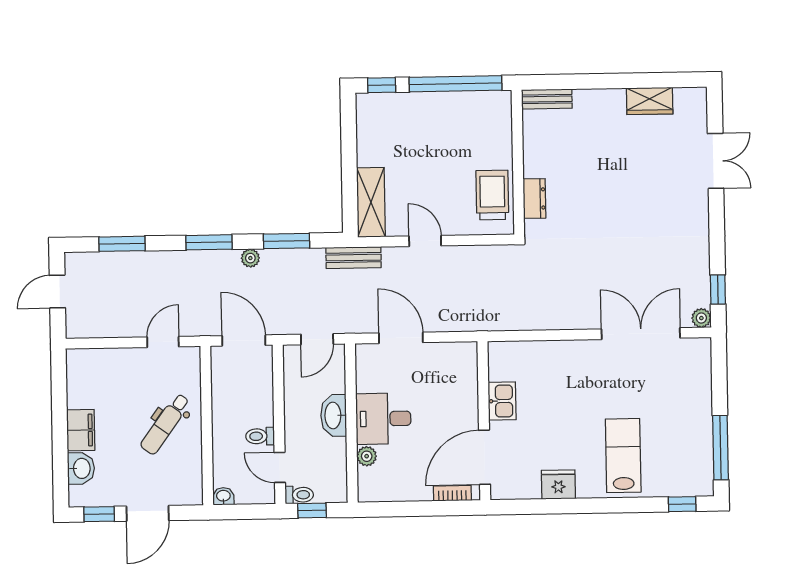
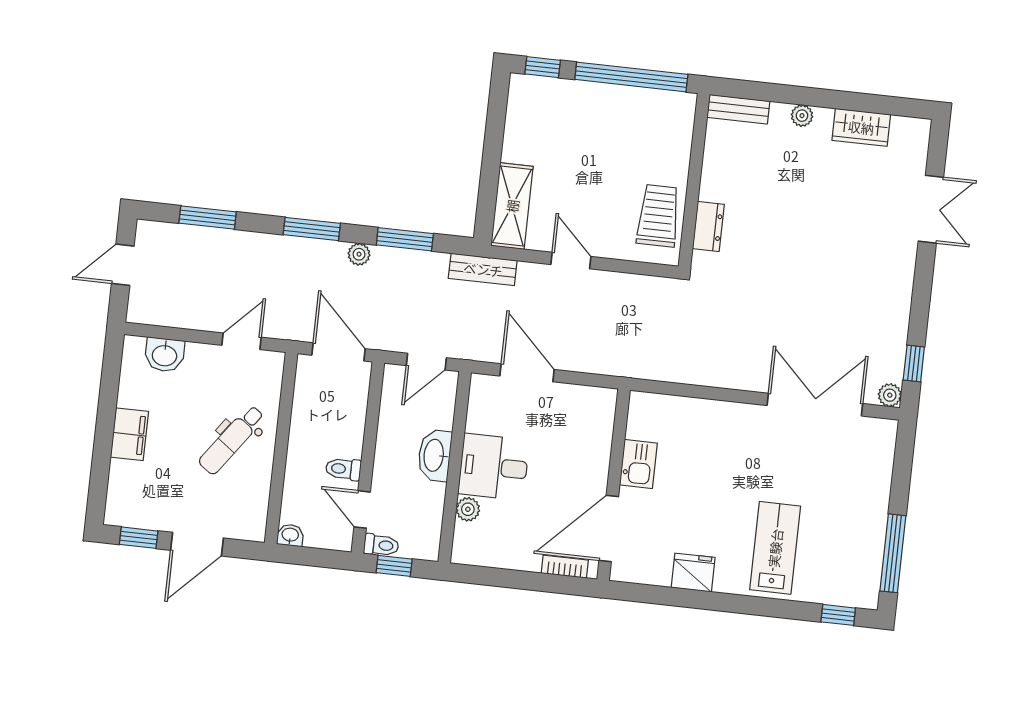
plant: (600, 98) -> (802, 116), added
washbasin: (81, 468) -> (165, 355), moved, turned 90

